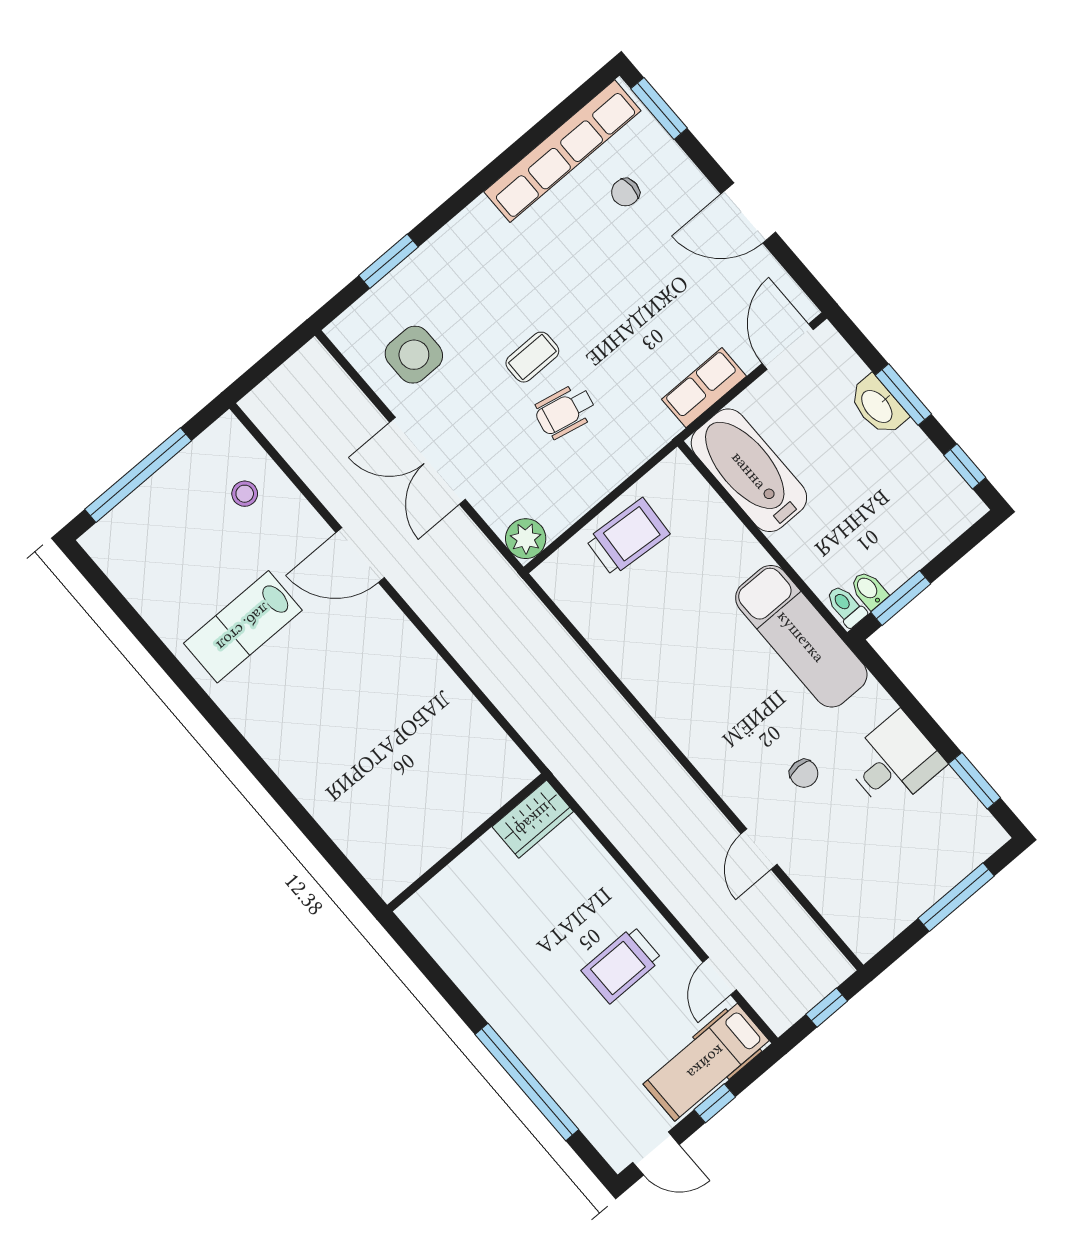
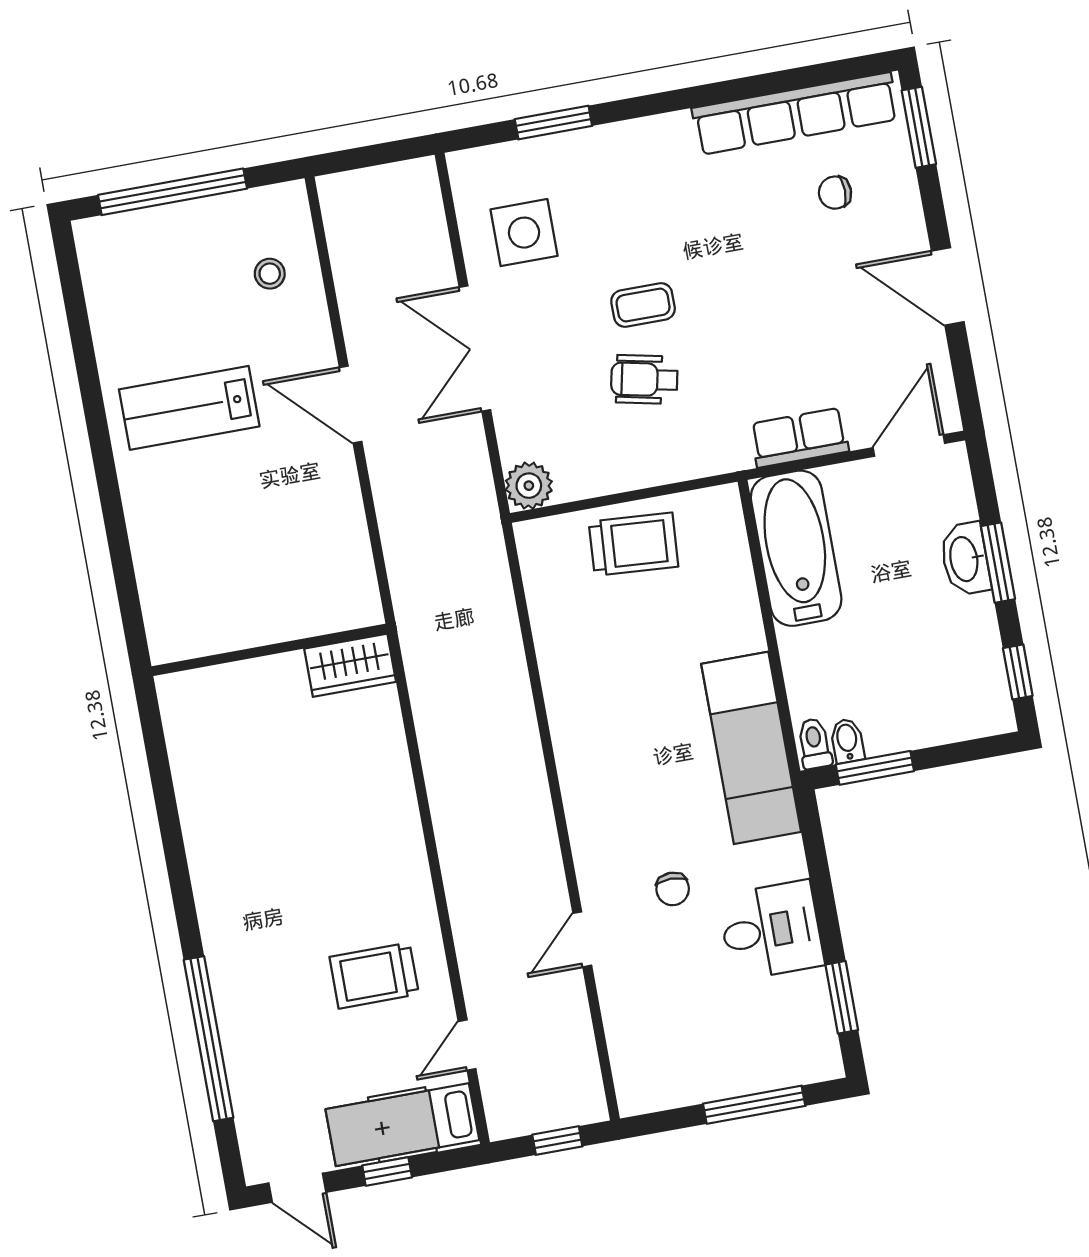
wardrobe: (533, 819) -> (350, 665), moved
wall: (467, 842) -> (269, 650), moved

